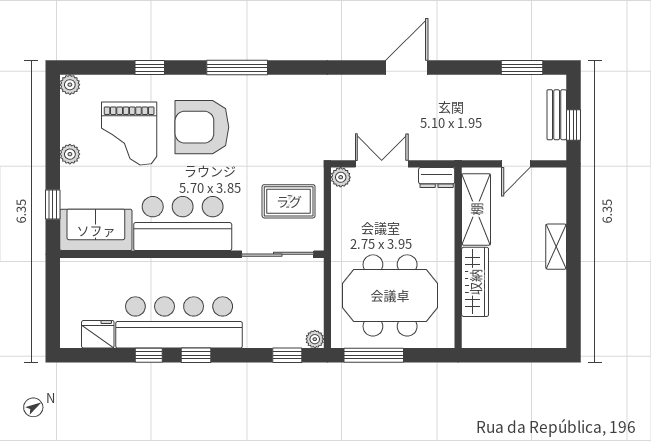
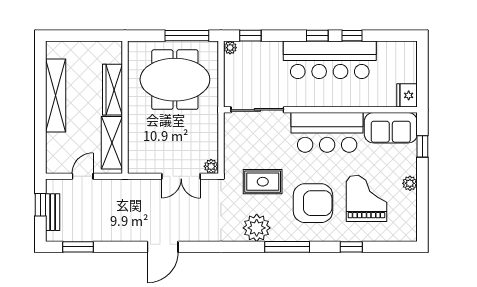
plant: (70, 85) -> (257, 228), moved, width x1.87, depth x1.87
dresser: (437, 178) -> (141, 166), removed
rug: (289, 201) -> (263, 182), moved
shelving: (556, 247) -> (56, 95), width x2.20, depth x1.33
fridge: (98, 334) -> (407, 95), moved, turned 90

